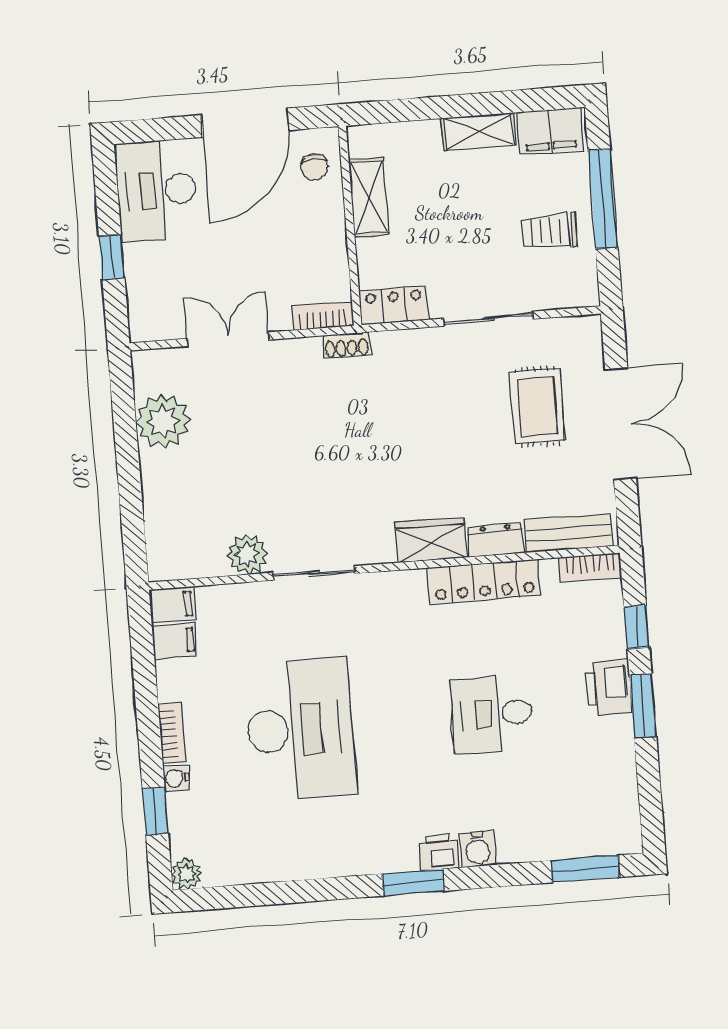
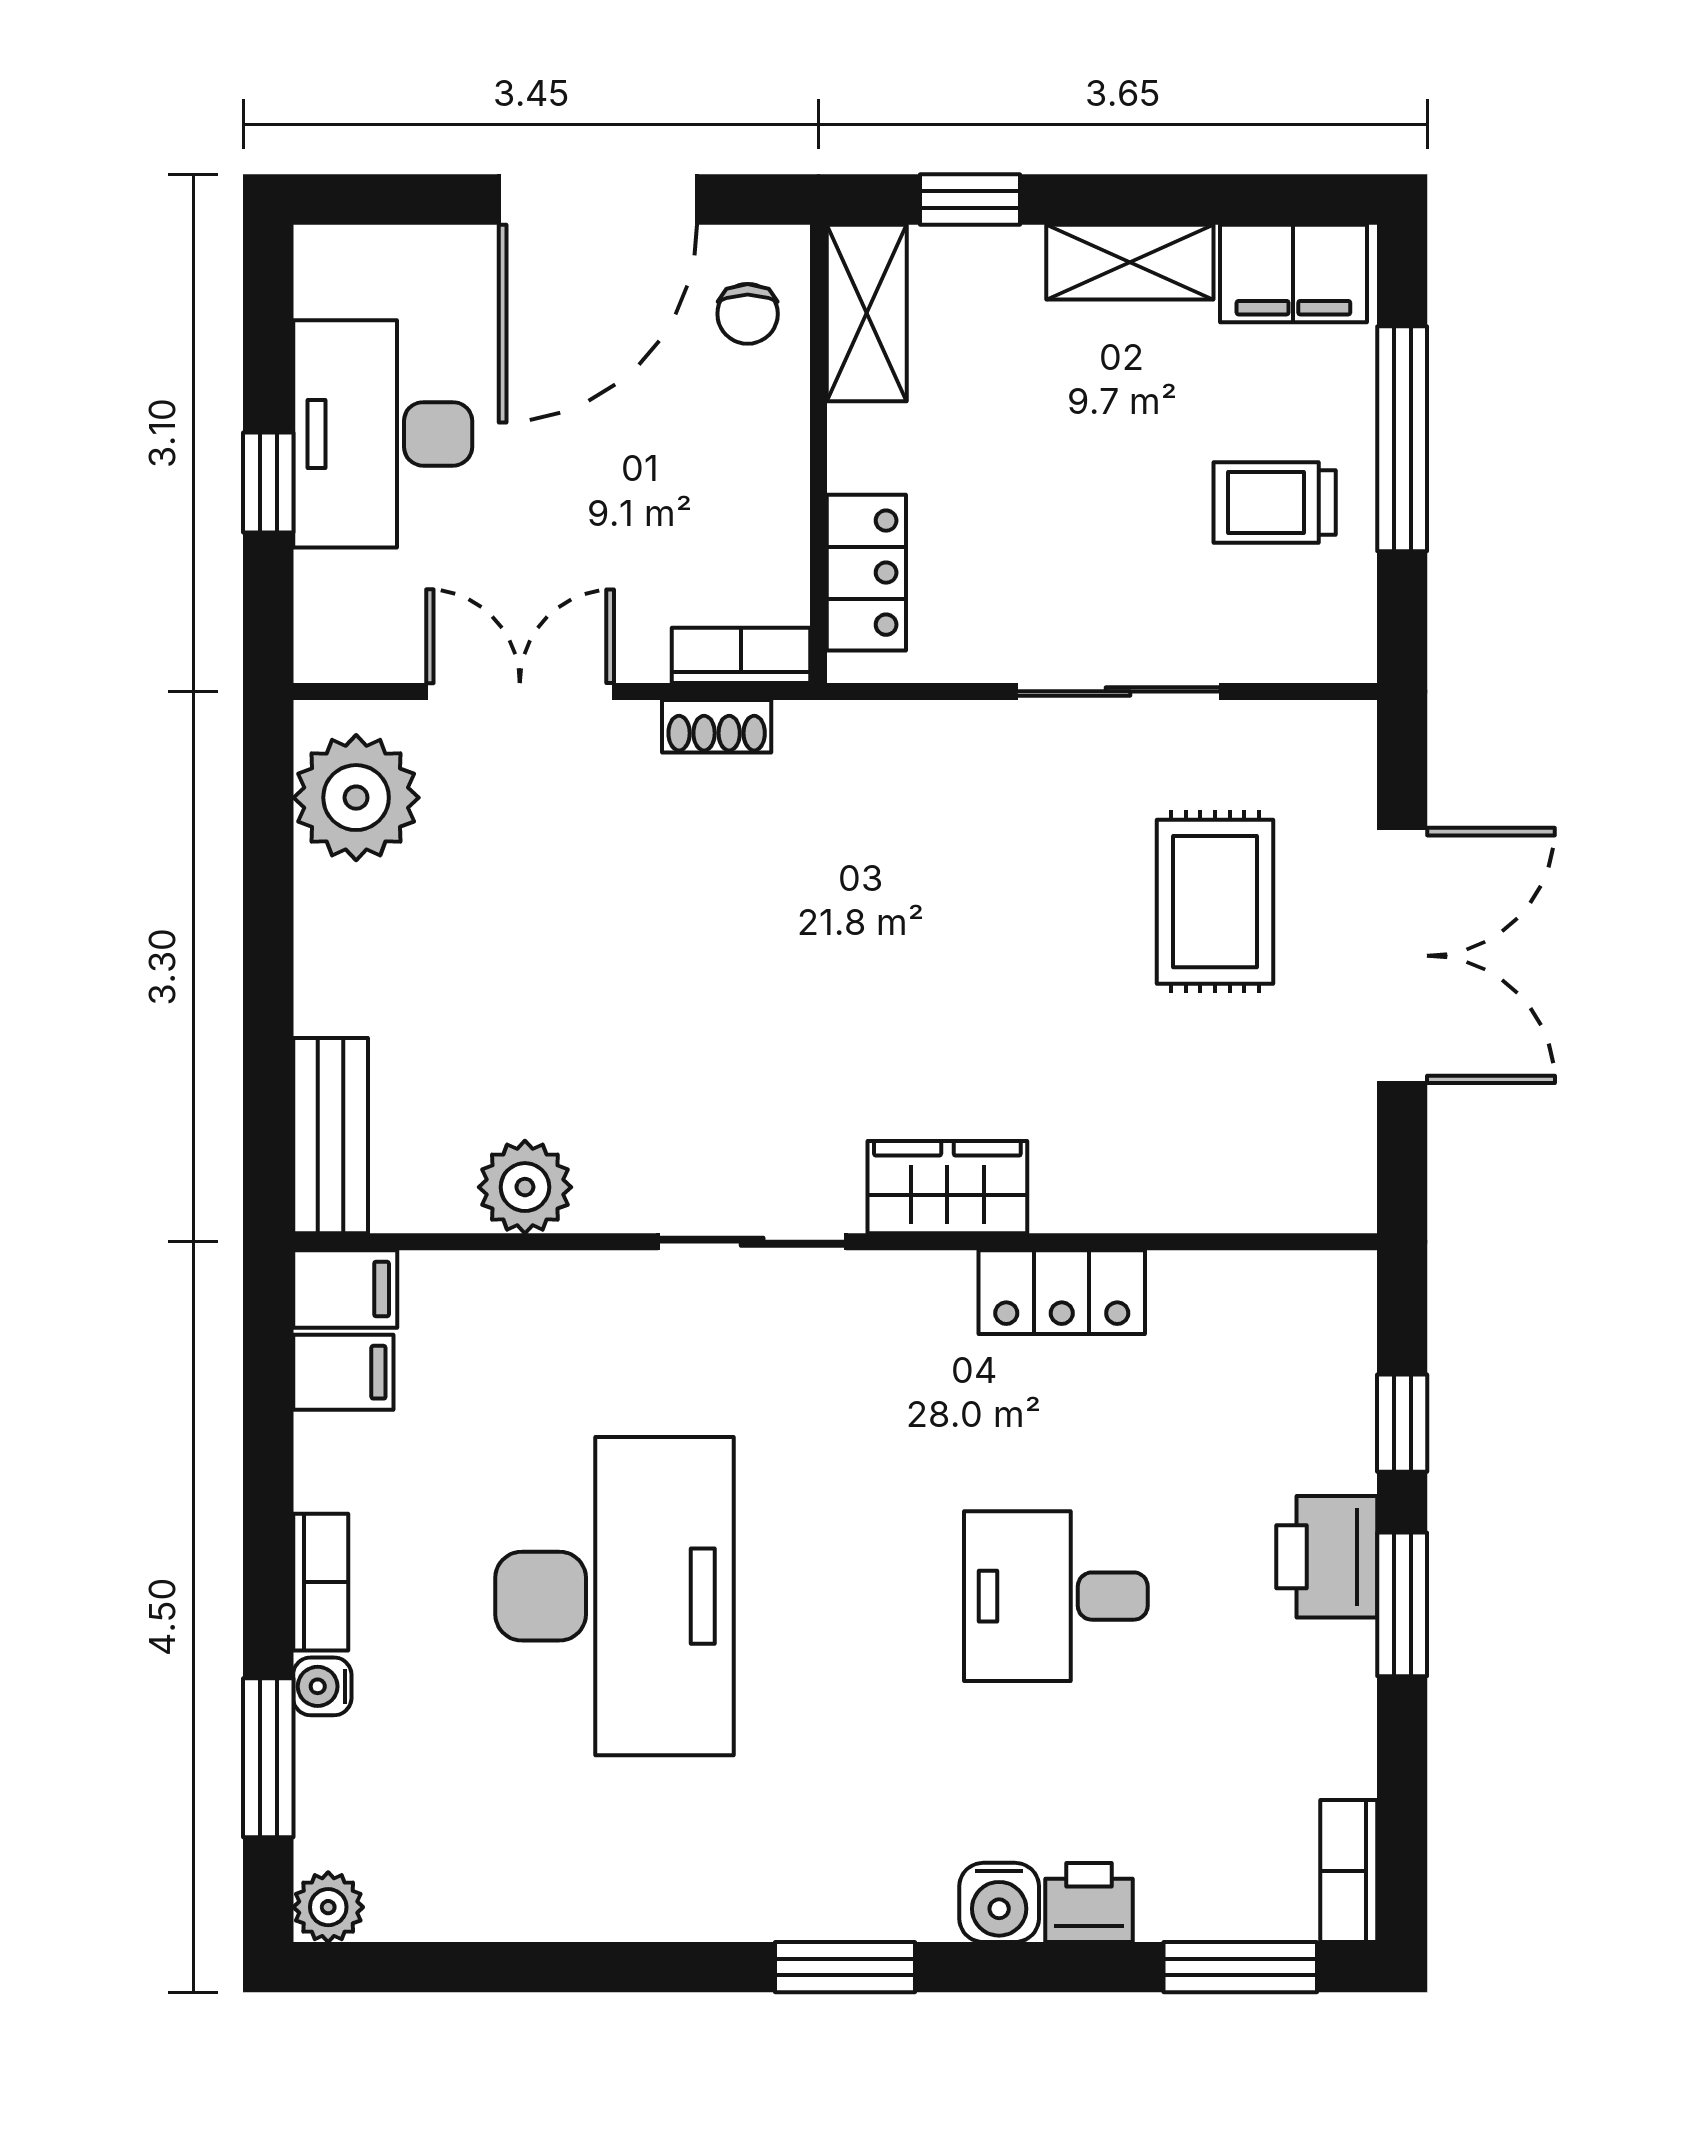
window: (407, 110) -> (970, 200), added
desk: (156, 190) -> (383, 434), moved
shelving: (369, 197) -> (867, 313), moved
locker: (394, 305) -> (866, 573), moved, turned 90
shoe rack: (346, 345) -> (717, 726), moved
plant: (163, 421) -> (356, 798), moved
bench: (568, 533) -> (331, 1136), moved, turned 90
dresser: (496, 540) -> (1096, 1198), removed
bookcase: (590, 567) -> (1349, 1871), moved, turned 90
sliding door: (314, 573) -> (752, 1242), moved
locker: (484, 582) -> (1062, 1292), width x0.66
window: (155, 811) -> (268, 1758), width x1.50
printer: (439, 852) -> (1089, 1902), moved

